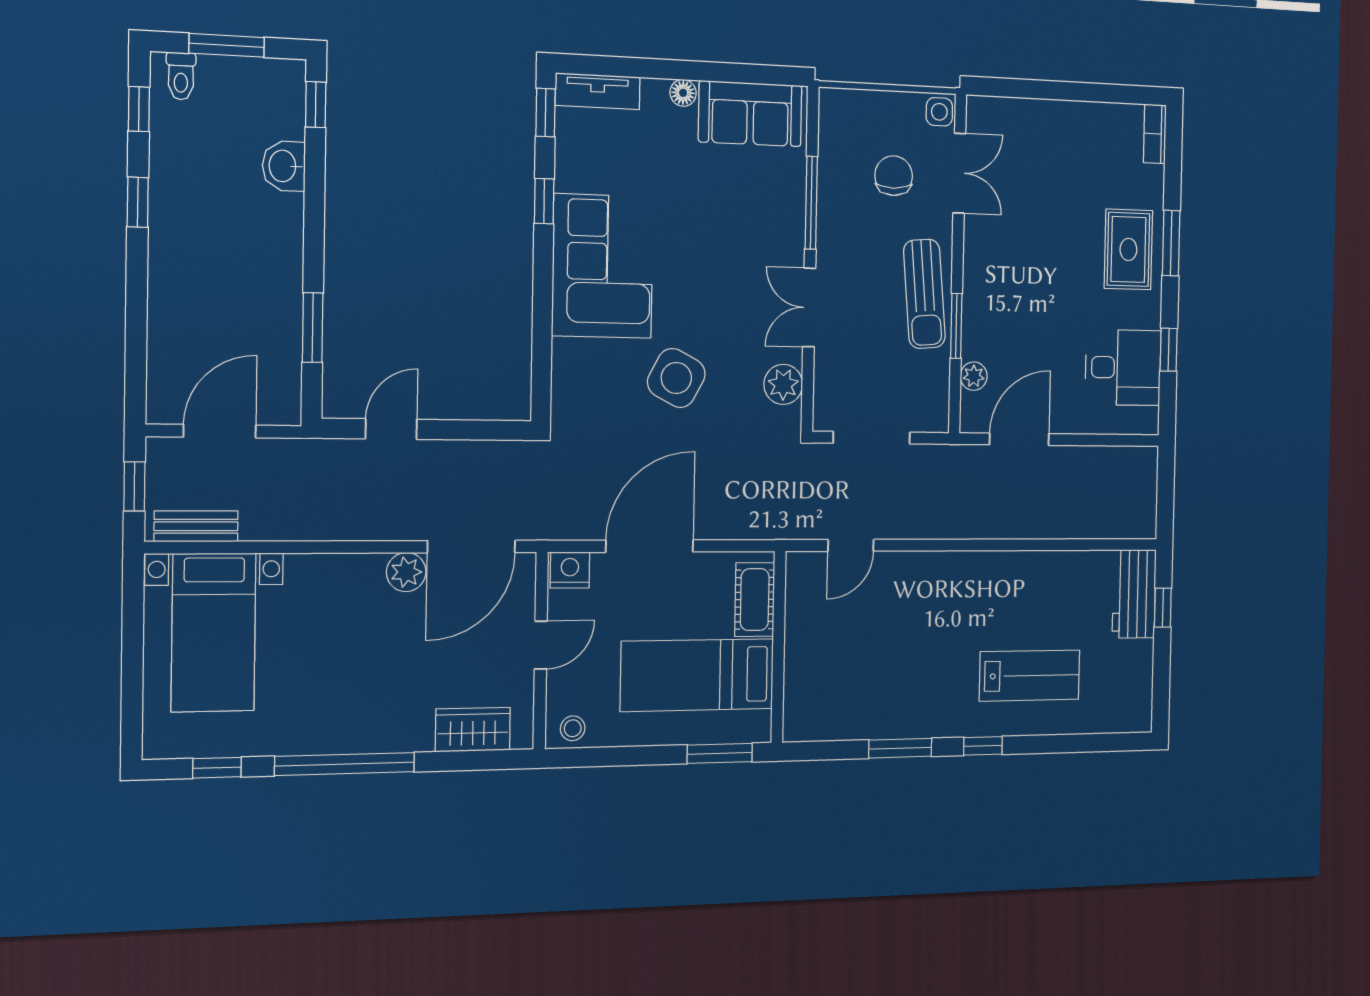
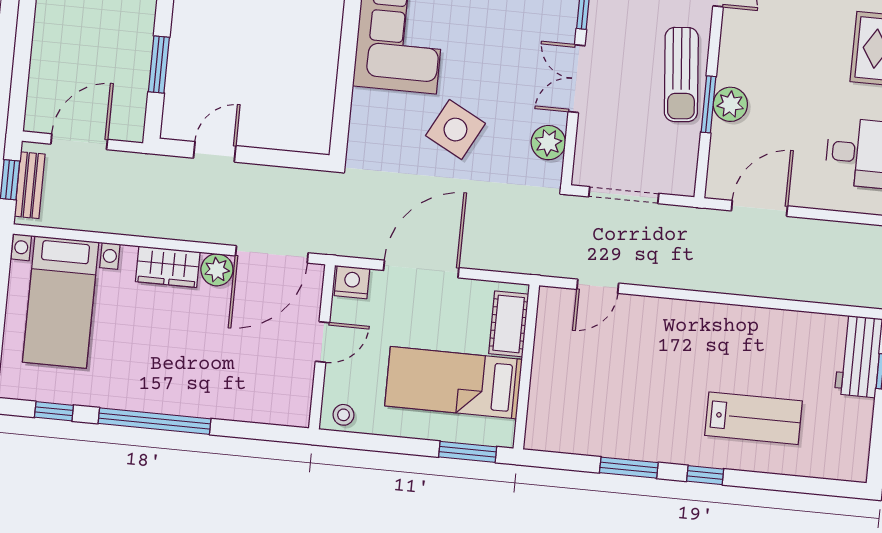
plant: (974, 376) -> (730, 104), moved, width x1.38, depth x1.38
bench: (196, 526) -> (30, 185), moved, turned 90
wardrobe: (473, 730) -> (168, 267), moved, turned 180

